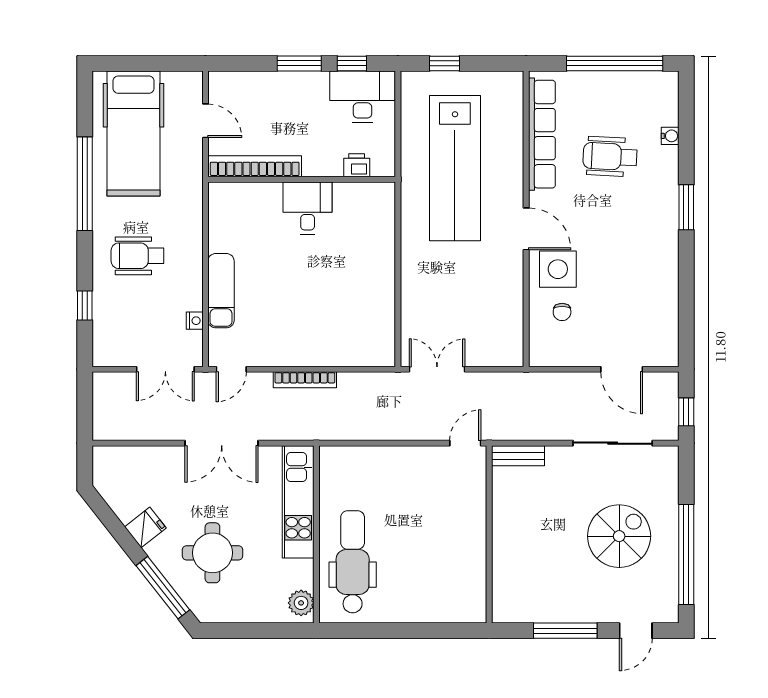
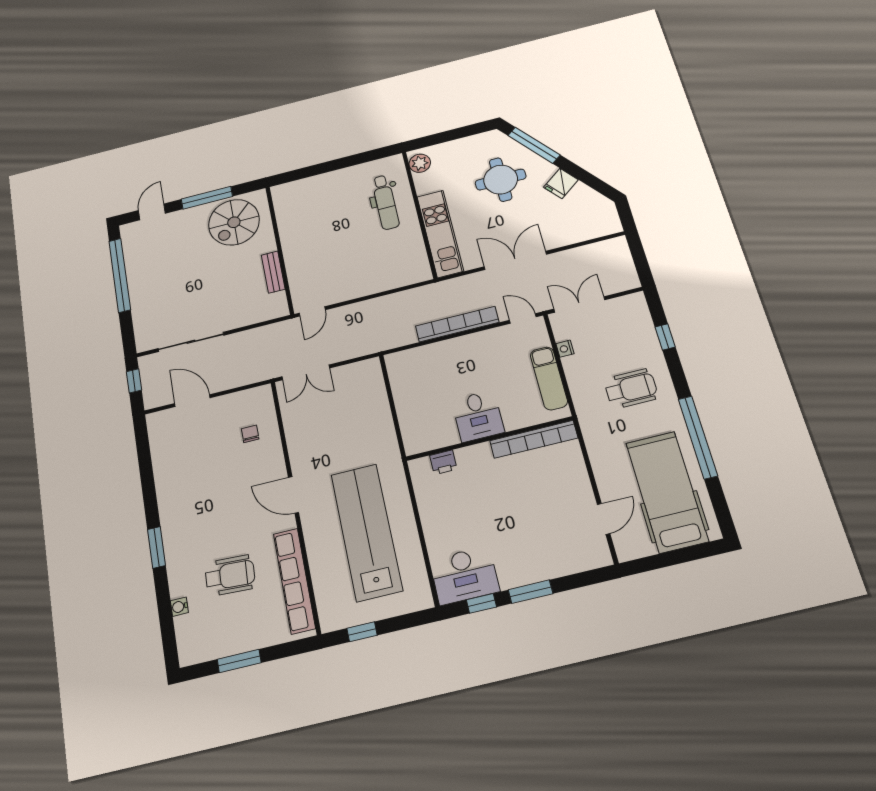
window: (445, 63) -> (362, 632), moved
window: (615, 63) -> (239, 661), width x0.47
door: (205, 121) -> (604, 519), swing flipped
printer: (357, 165) -> (443, 462), moved
bookcase: (255, 166) -> (534, 439), moved
wall: (302, 179) -> (489, 439), moved
desk: (308, 208) -> (478, 416), moved
side table: (558, 269) -> (260, 468), removed
door: (231, 369) -> (523, 318), hinge flipped
double door: (437, 369) -> (306, 372), moved
bookcase: (305, 380) -> (457, 324), width x1.48, depth x1.31
bench: (518, 456) -> (273, 272), moved, turned 90
spiral stairs: (619, 536) -> (234, 222), moved
dental chair: (353, 562) -> (385, 202), width x0.73, depth x0.72

